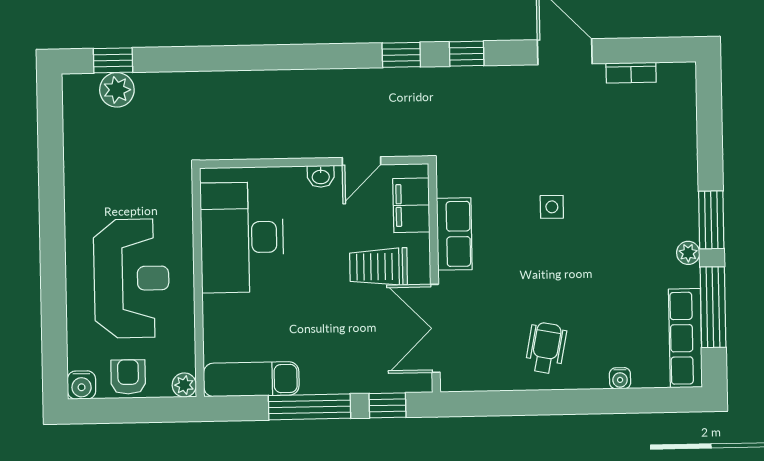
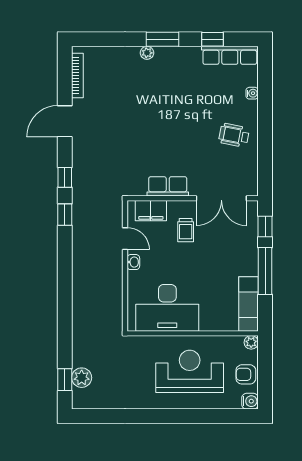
bookcase: (631, 73) -> (77, 75), width x1.56
side table: (552, 207) -> (153, 130), removed
plant: (688, 253) -> (147, 53), moved
trolley: (378, 267) -> (186, 230), width x0.73, depth x0.72
window: (713, 307) -> (212, 39), width x0.46

